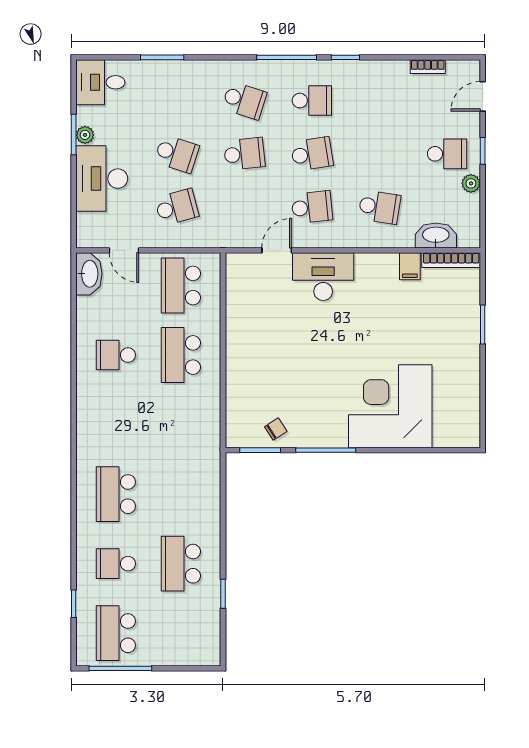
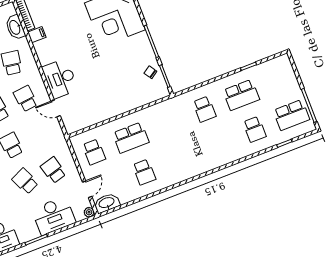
plant: (85, 135) -> (89, 212), moved
school desk: (177, 154) -> (25, 181), turned -42
school desk: (181, 285) -> (94, 152), width x0.54
school desk: (116, 494) -> (204, 109), moved, width x0.54

